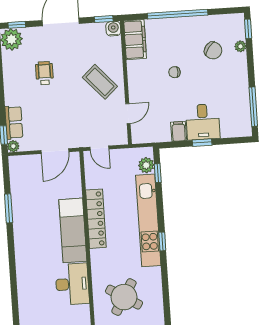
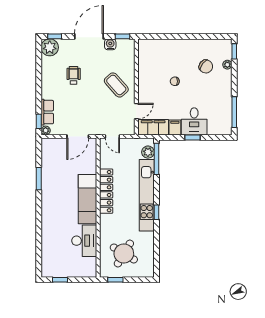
window: (178, 14) -> (180, 36), removed
water cooler: (113, 29) -> (110, 44), moved
filing cabinet: (135, 40) -> (153, 127), moved, turned -90
window: (158, 173) -> (157, 159), width x2.17

